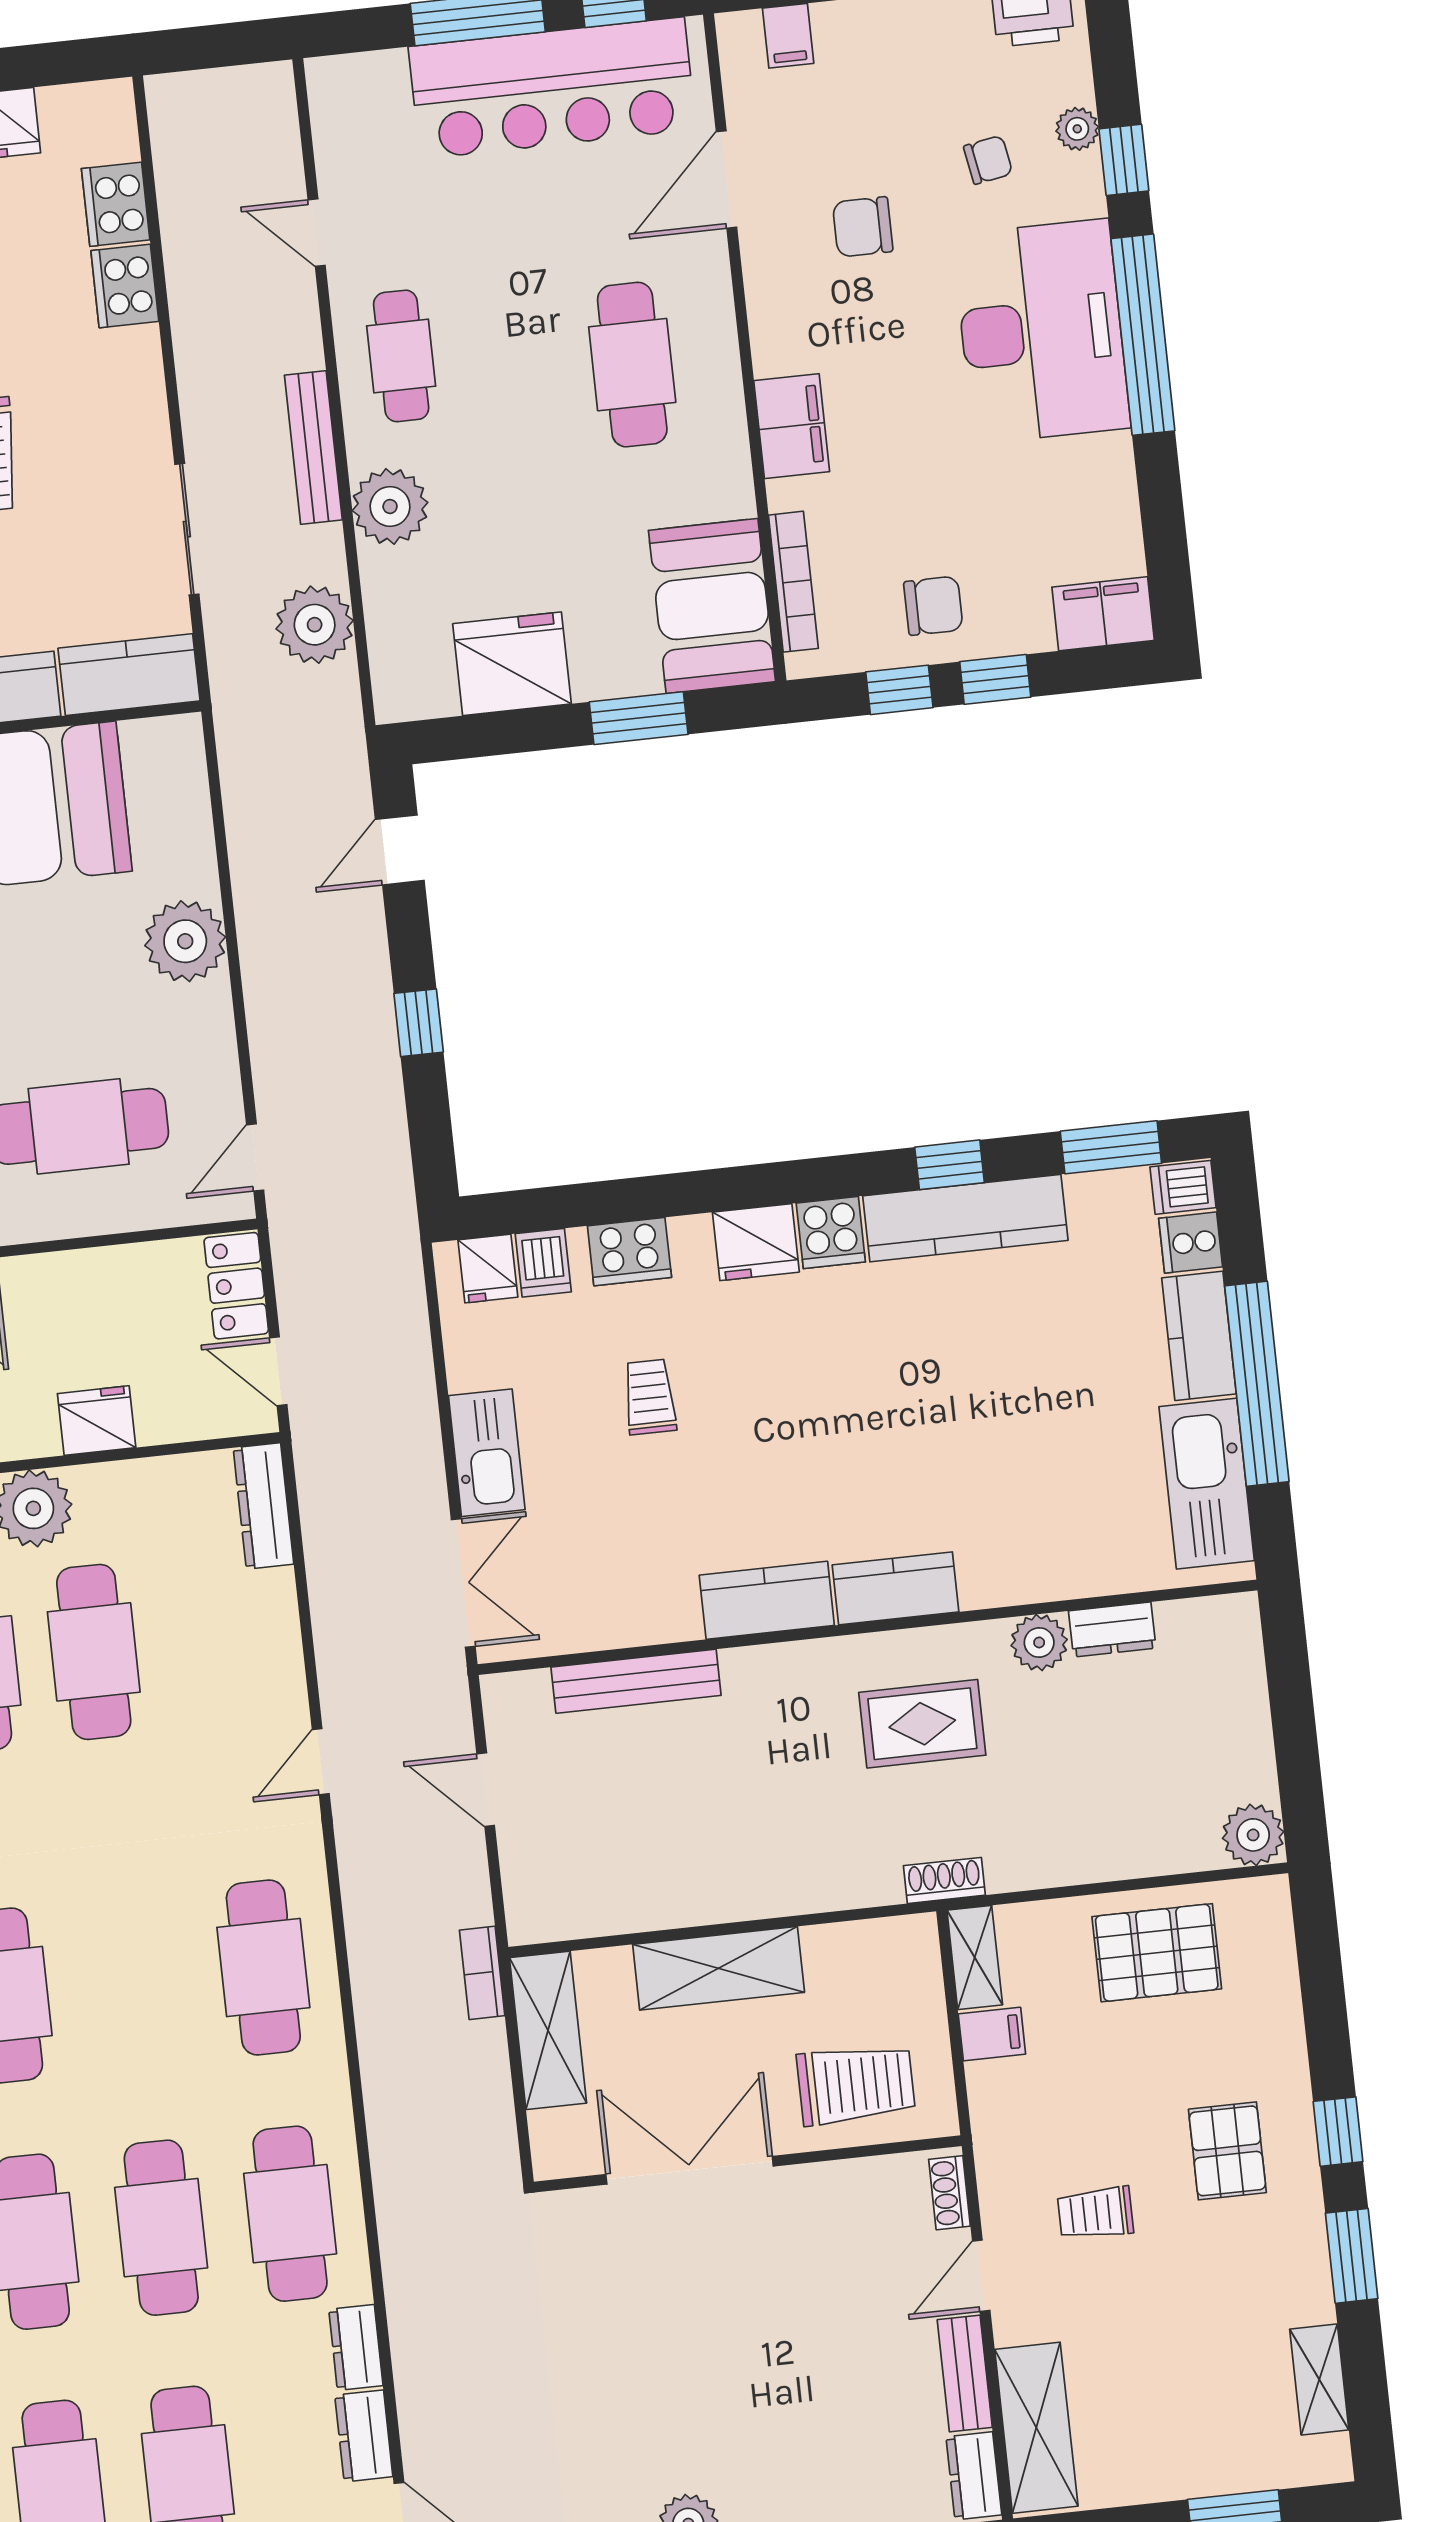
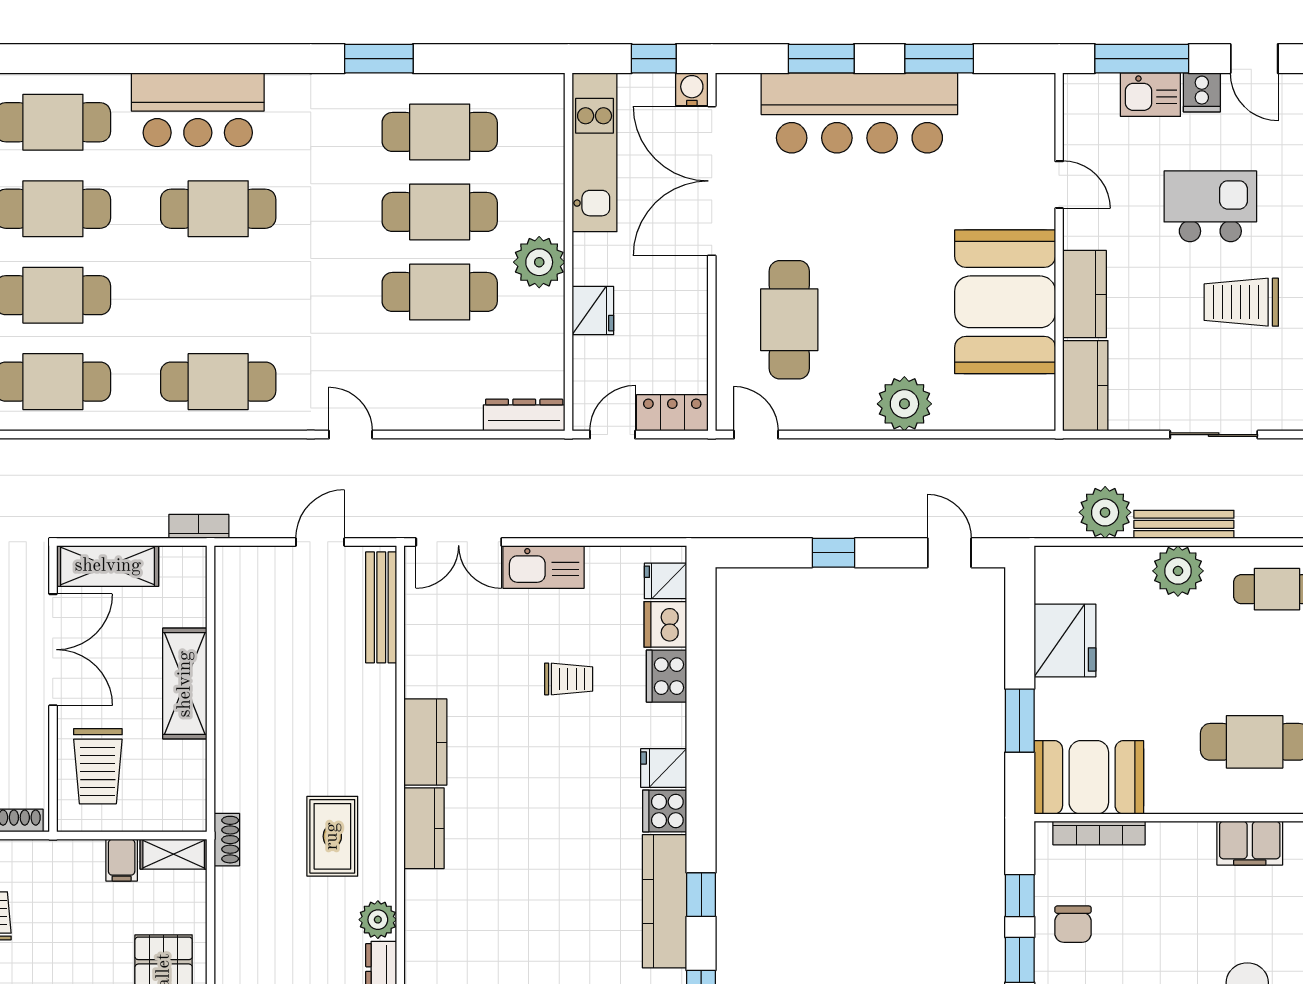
filing cabinet: (792, 426) -> (1250, 843), moved
bench: (313, 447) -> (1184, 524), moved
sliding door: (187, 529) -> (1214, 435), moved
fridge: (756, 1242) -> (664, 768), width x0.72
dishwasher: (543, 1263) -> (665, 624), width x1.38
bench: (636, 1681) -> (381, 607), moved
shelving: (548, 2030) -> (108, 566), moved

